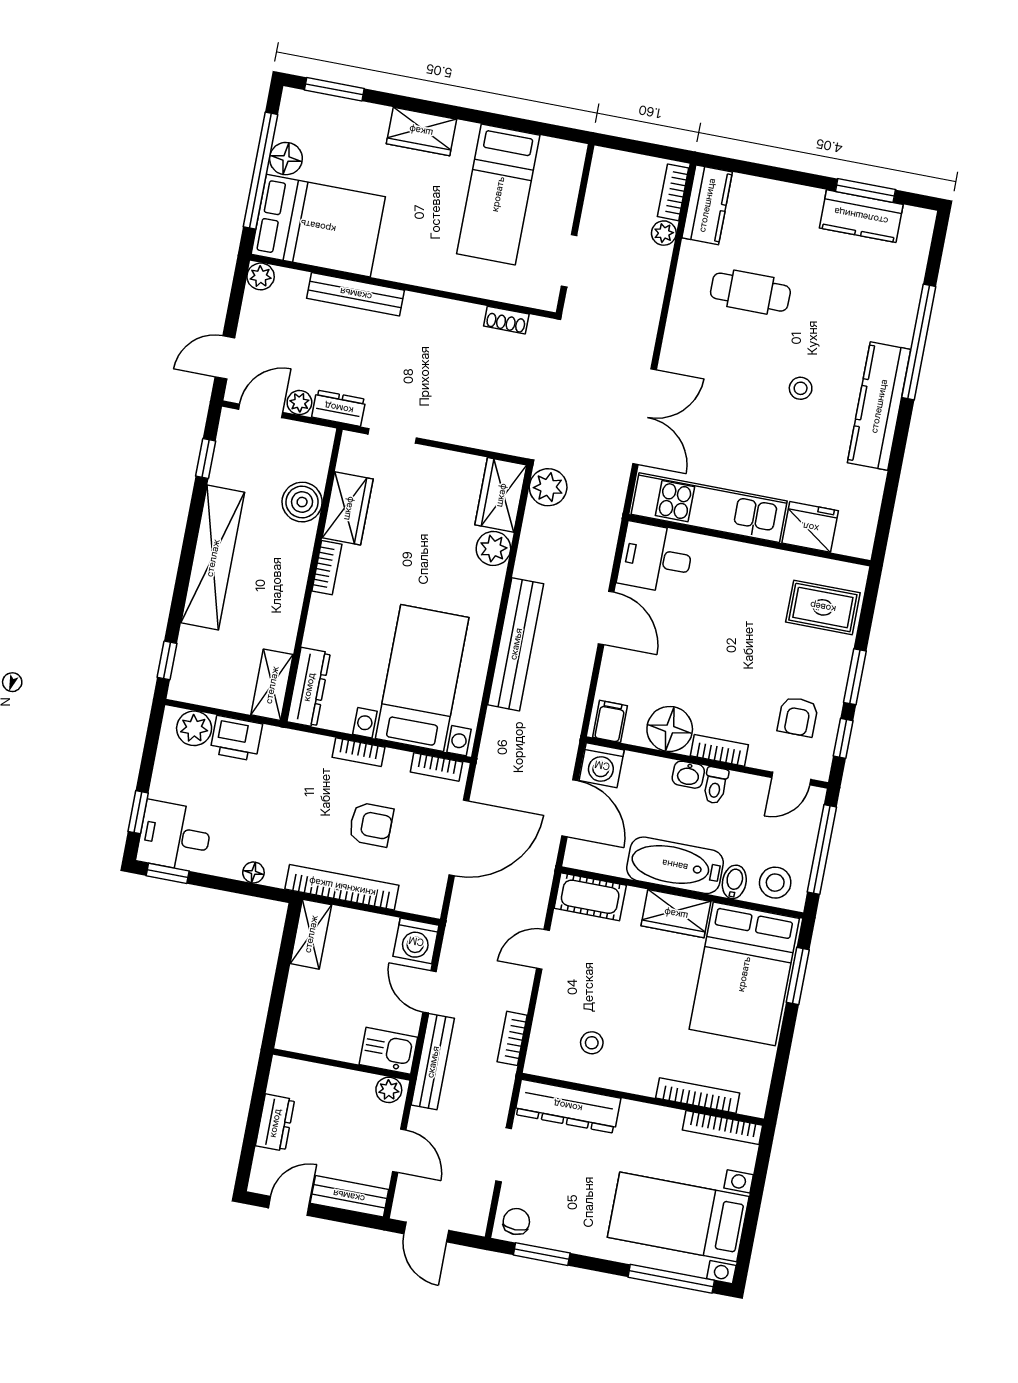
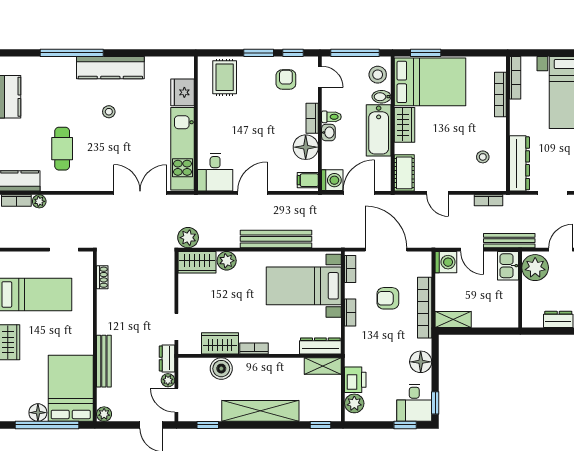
armchair: (798, 717) -> (286, 79), turned -90
armchair: (371, 825) -> (388, 298), turned -90
floor lamp: (253, 872) -> (421, 362), width x1.89, depth x1.89
door: (430, 992) -> (472, 250), hinge flipped
plant: (389, 1090) -> (535, 268), width x1.87, depth x1.87

